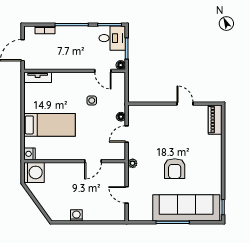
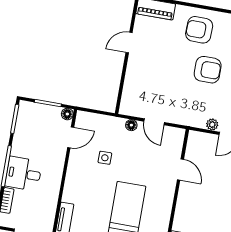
desk: (112, 38) -> (23, 174), moved, turned -90
armchair: (205, 157) -> (199, 30), added
plant: (133, 163) -> (212, 124), moved

